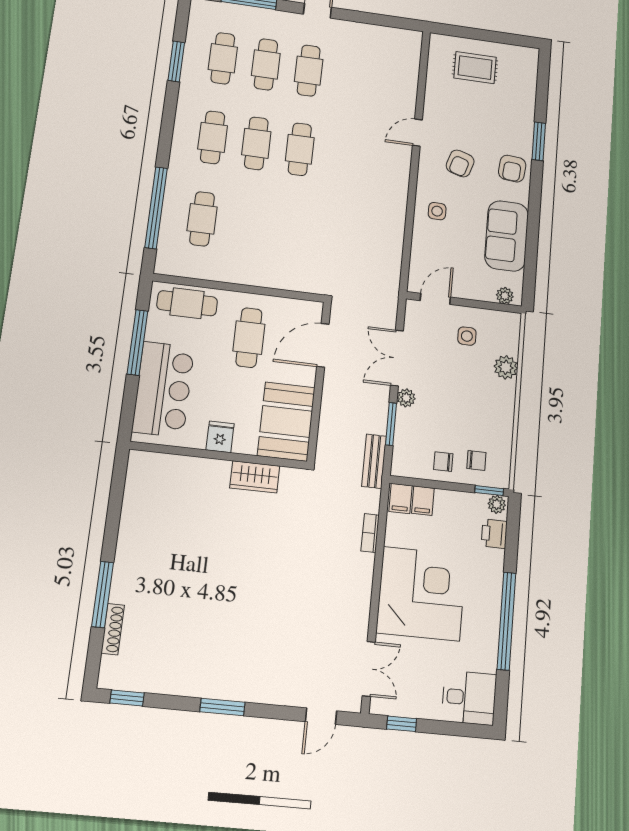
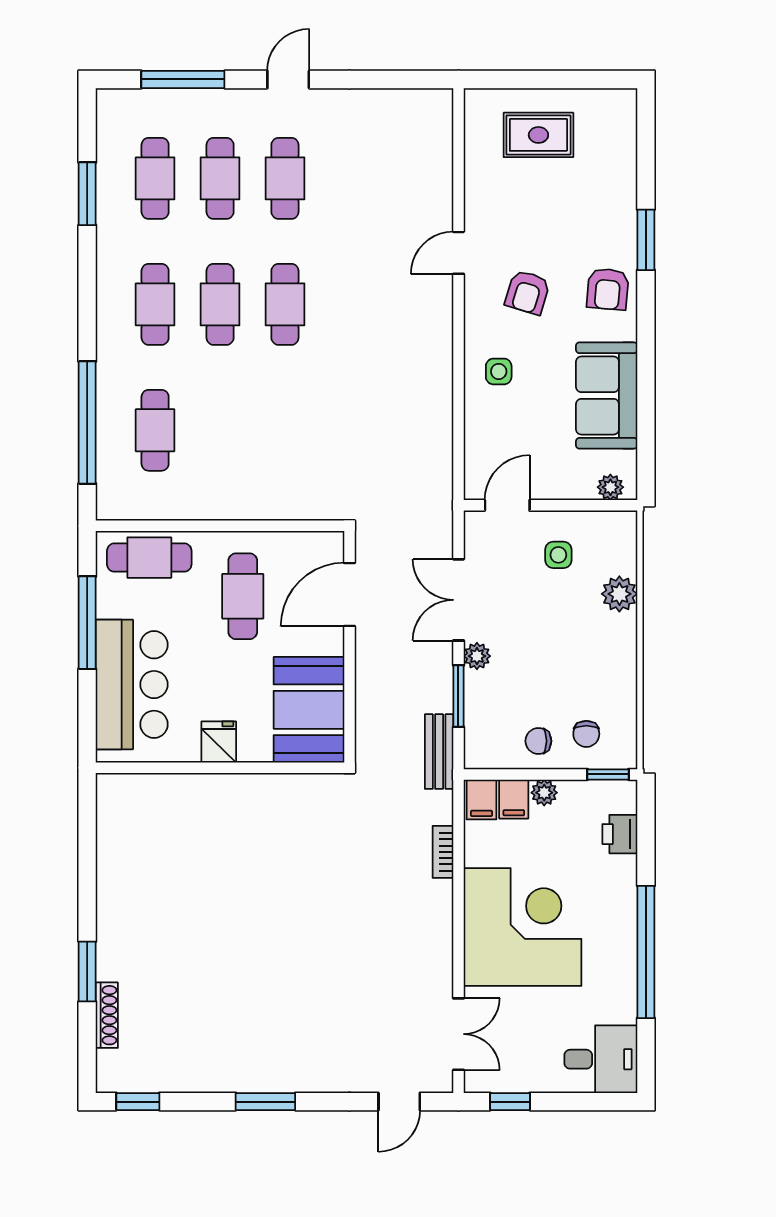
chair: (476, 460) -> (586, 734), turned 90
wardrobe: (255, 477) -> (274, 792), removed
plant: (497, 504) -> (544, 793), moved
window: (103, 594) -> (87, 971), width x0.69

